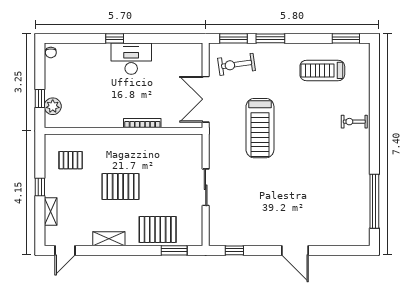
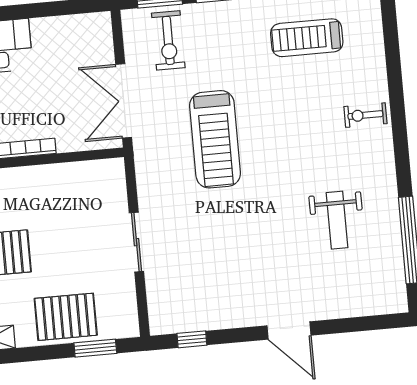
exercise bike: (237, 64) -> (168, 40), turned -82
weight bench: (331, 185) -> (337, 220), added

